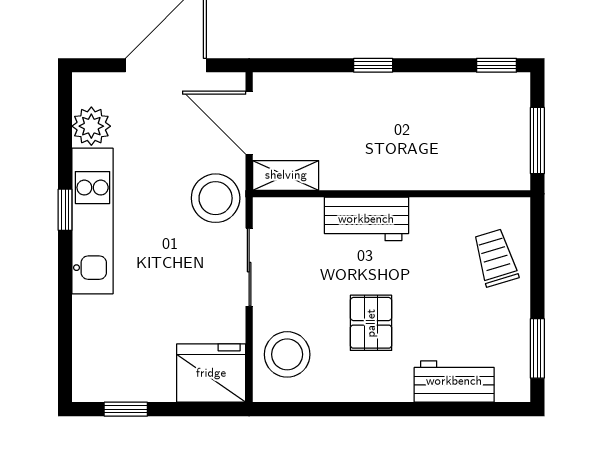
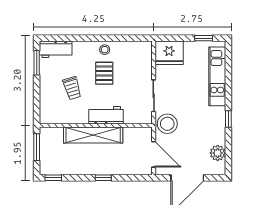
shelving: (286, 175) -> (93, 135), moved, width x2.20, depth x1.33
kitchen unit: (93, 221) -> (217, 76), moved
trolley: (495, 258) -> (72, 88), moved
stool: (287, 354) -> (105, 50), moved, width x0.53, depth x0.53
workbench: (454, 381) -> (56, 49), moved

